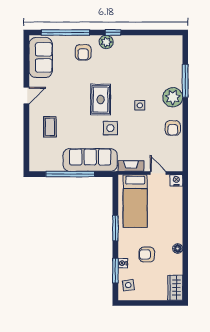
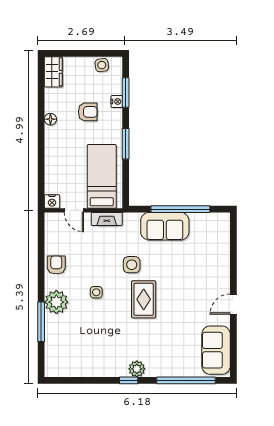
armchair: (83, 52) -> (165, 356), removed
coffee table: (50, 127) -> (205, 266), removed
sofa: (90, 160) -> (165, 226), width x0.73
side table: (128, 285) -> (102, 65), moved

